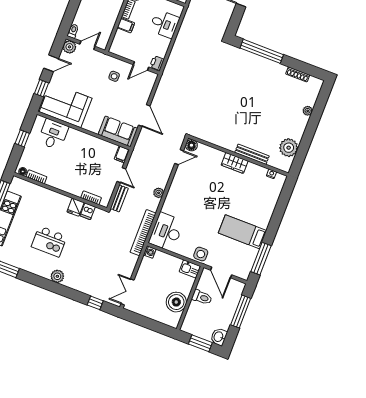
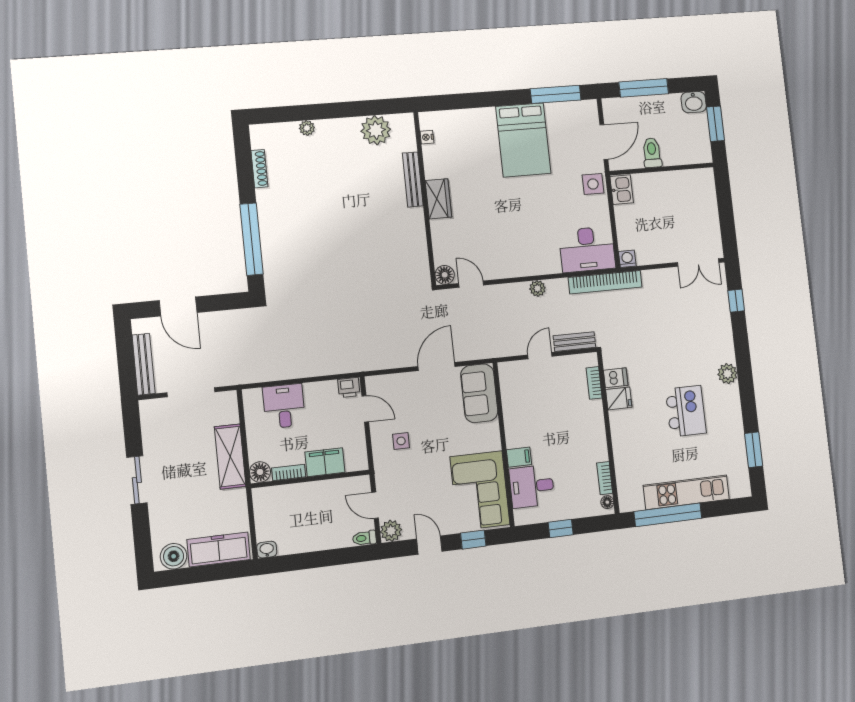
filing cabinet: (126, 25) -> (325, 462), width x2.00
filing cabinet: (122, 154) -> (519, 457), moved
bed: (242, 232) -> (523, 140), width x1.50
boiler: (176, 302) -> (677, 186), removed

